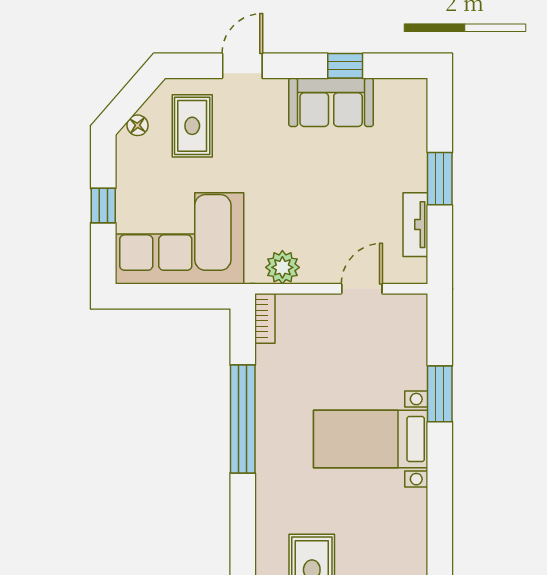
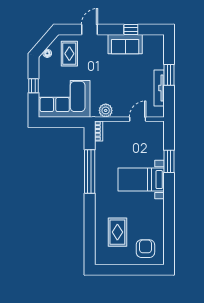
tv unit: (415, 225) -> (159, 88), width x1.41

